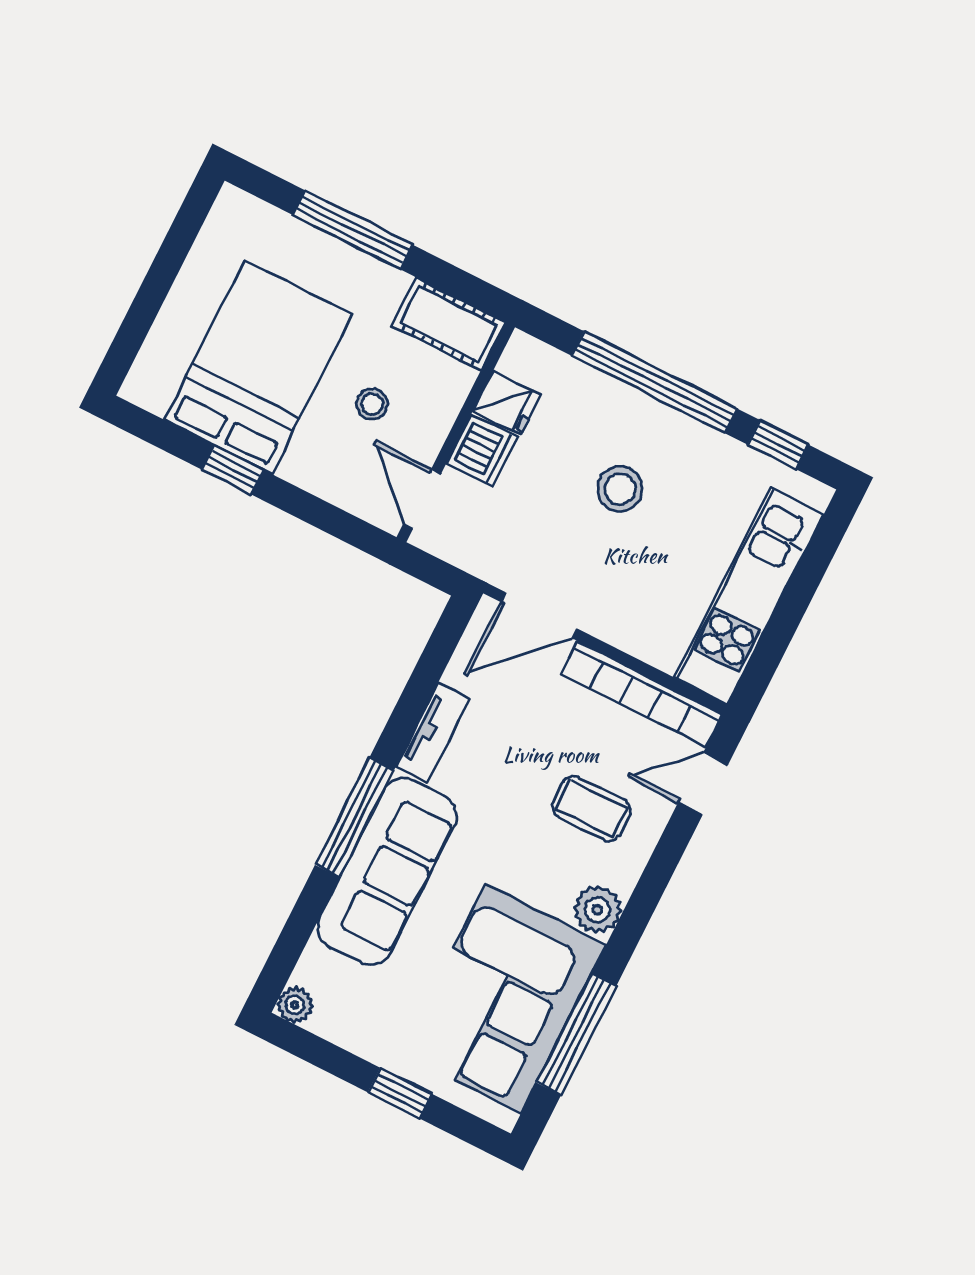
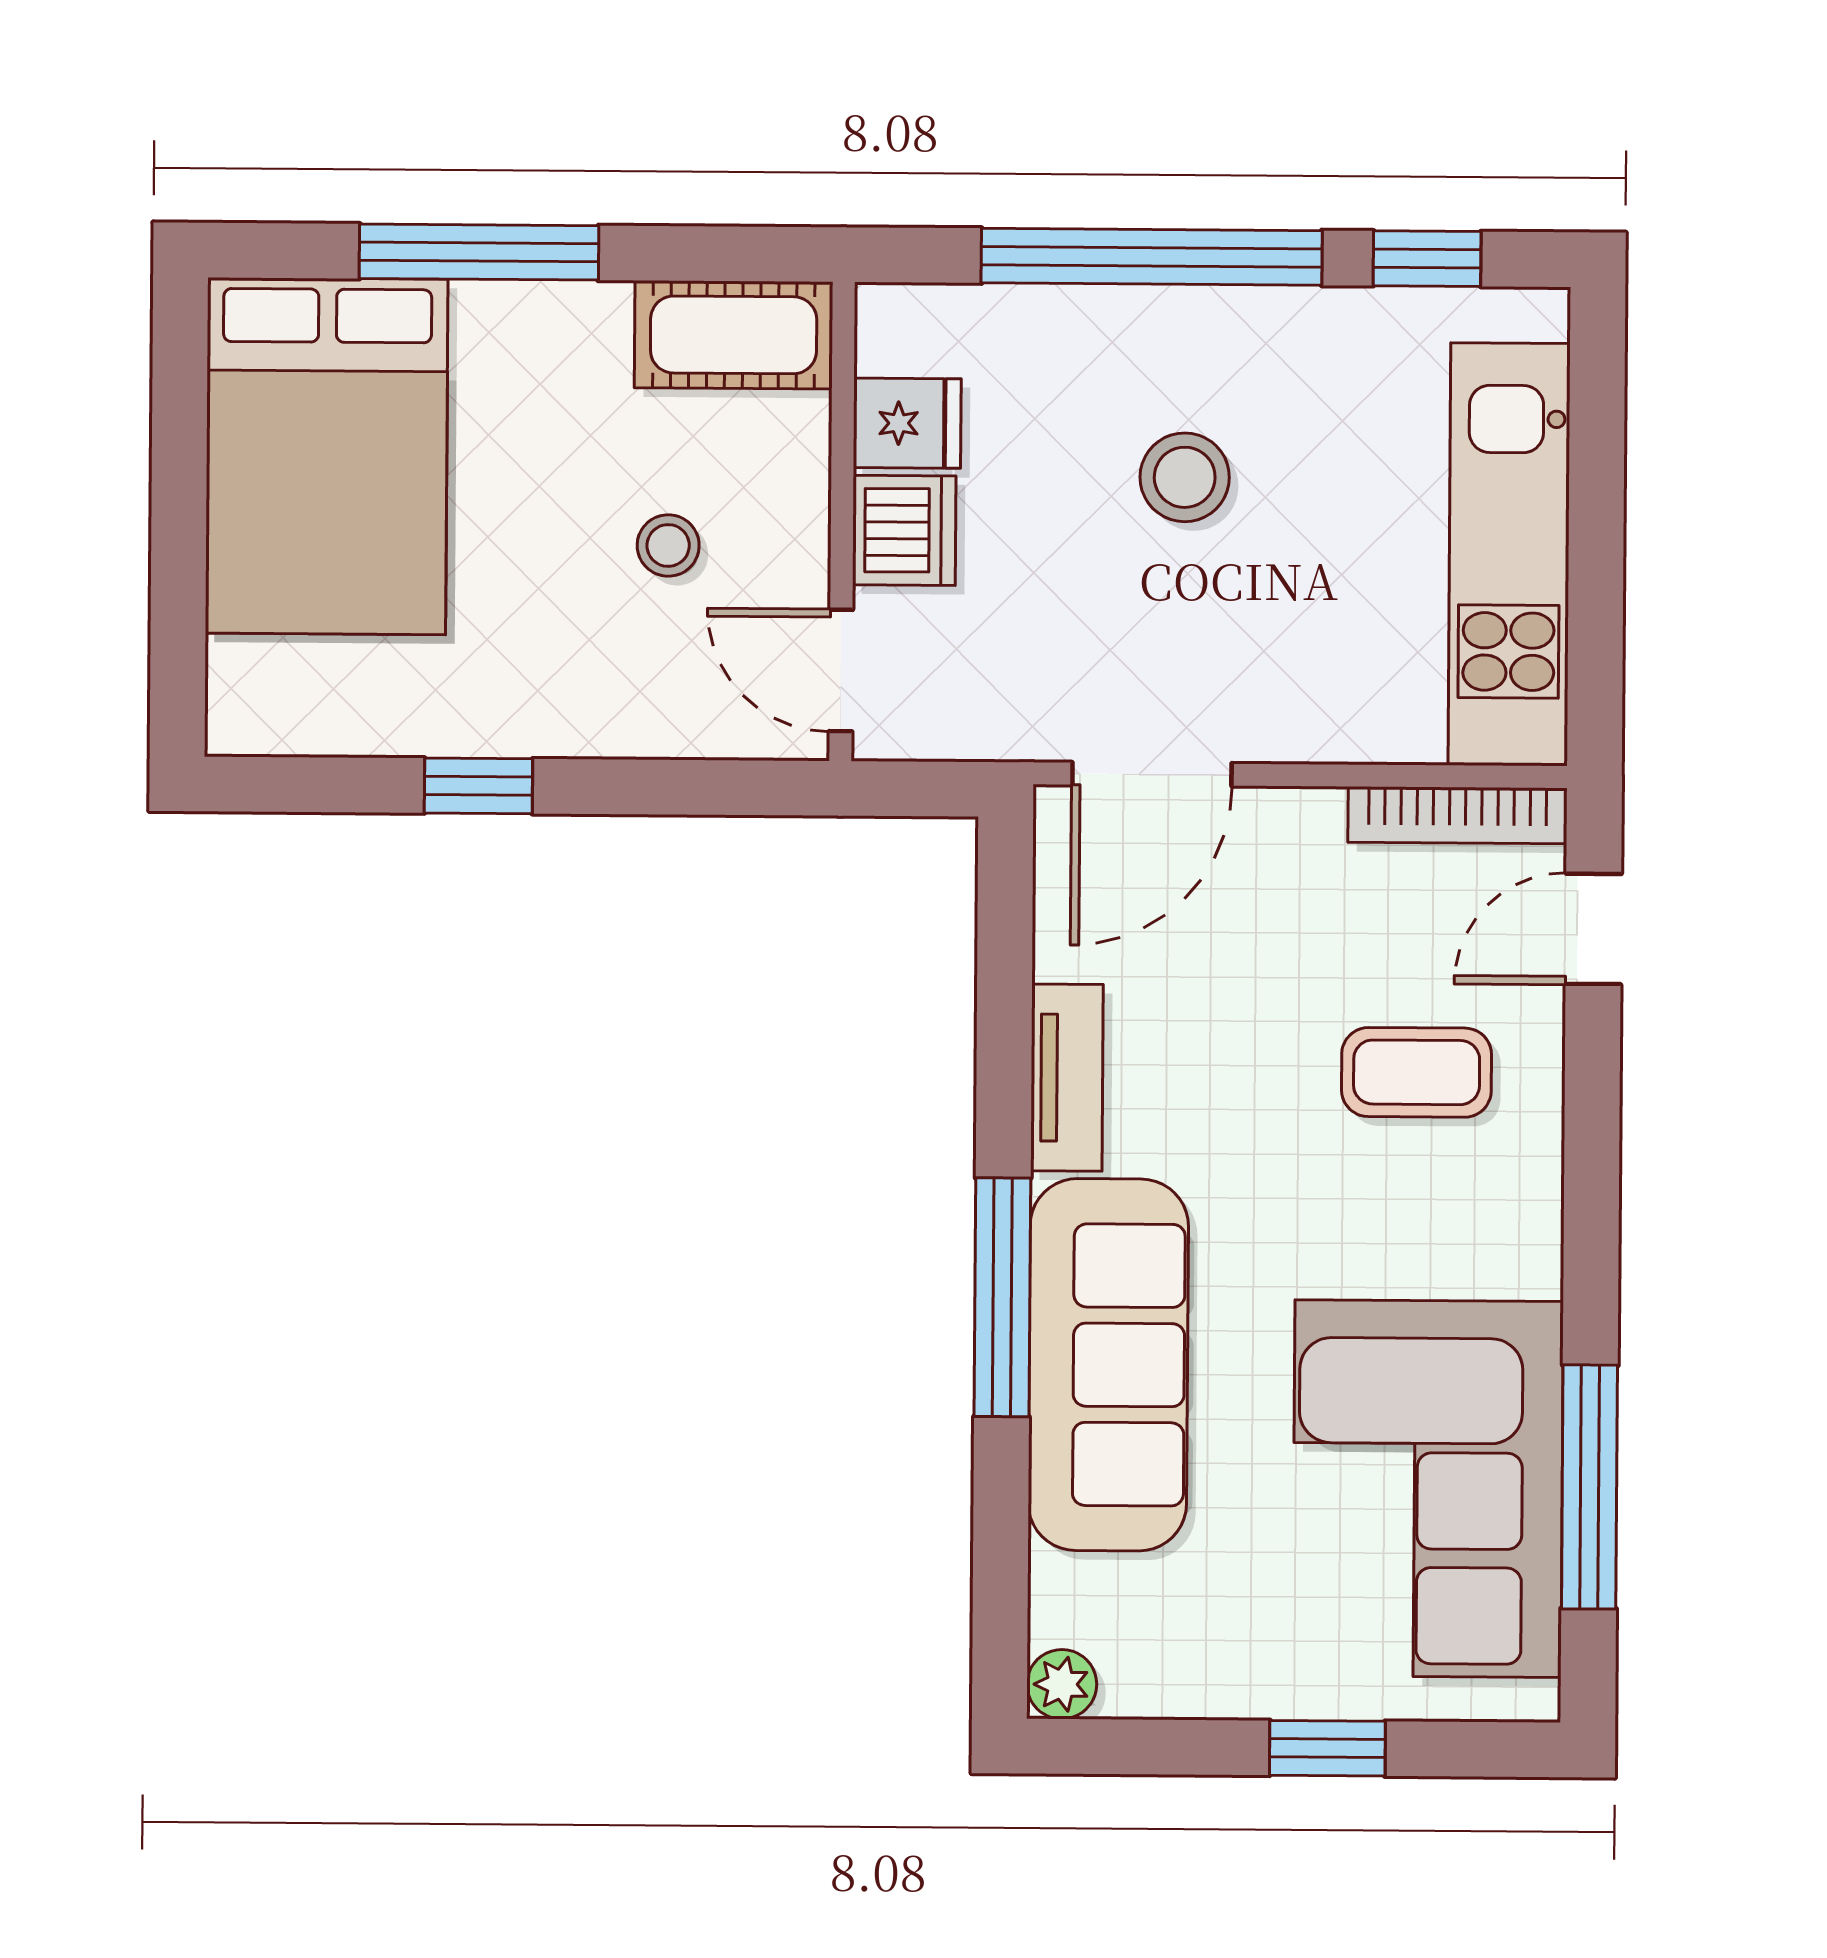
bed: (258, 367) -> (327, 456), moved, turned 180
bookcase: (642, 694) -> (1457, 815), width x0.68, depth x0.76
plant: (597, 910) -> (1517, 1247), removed

